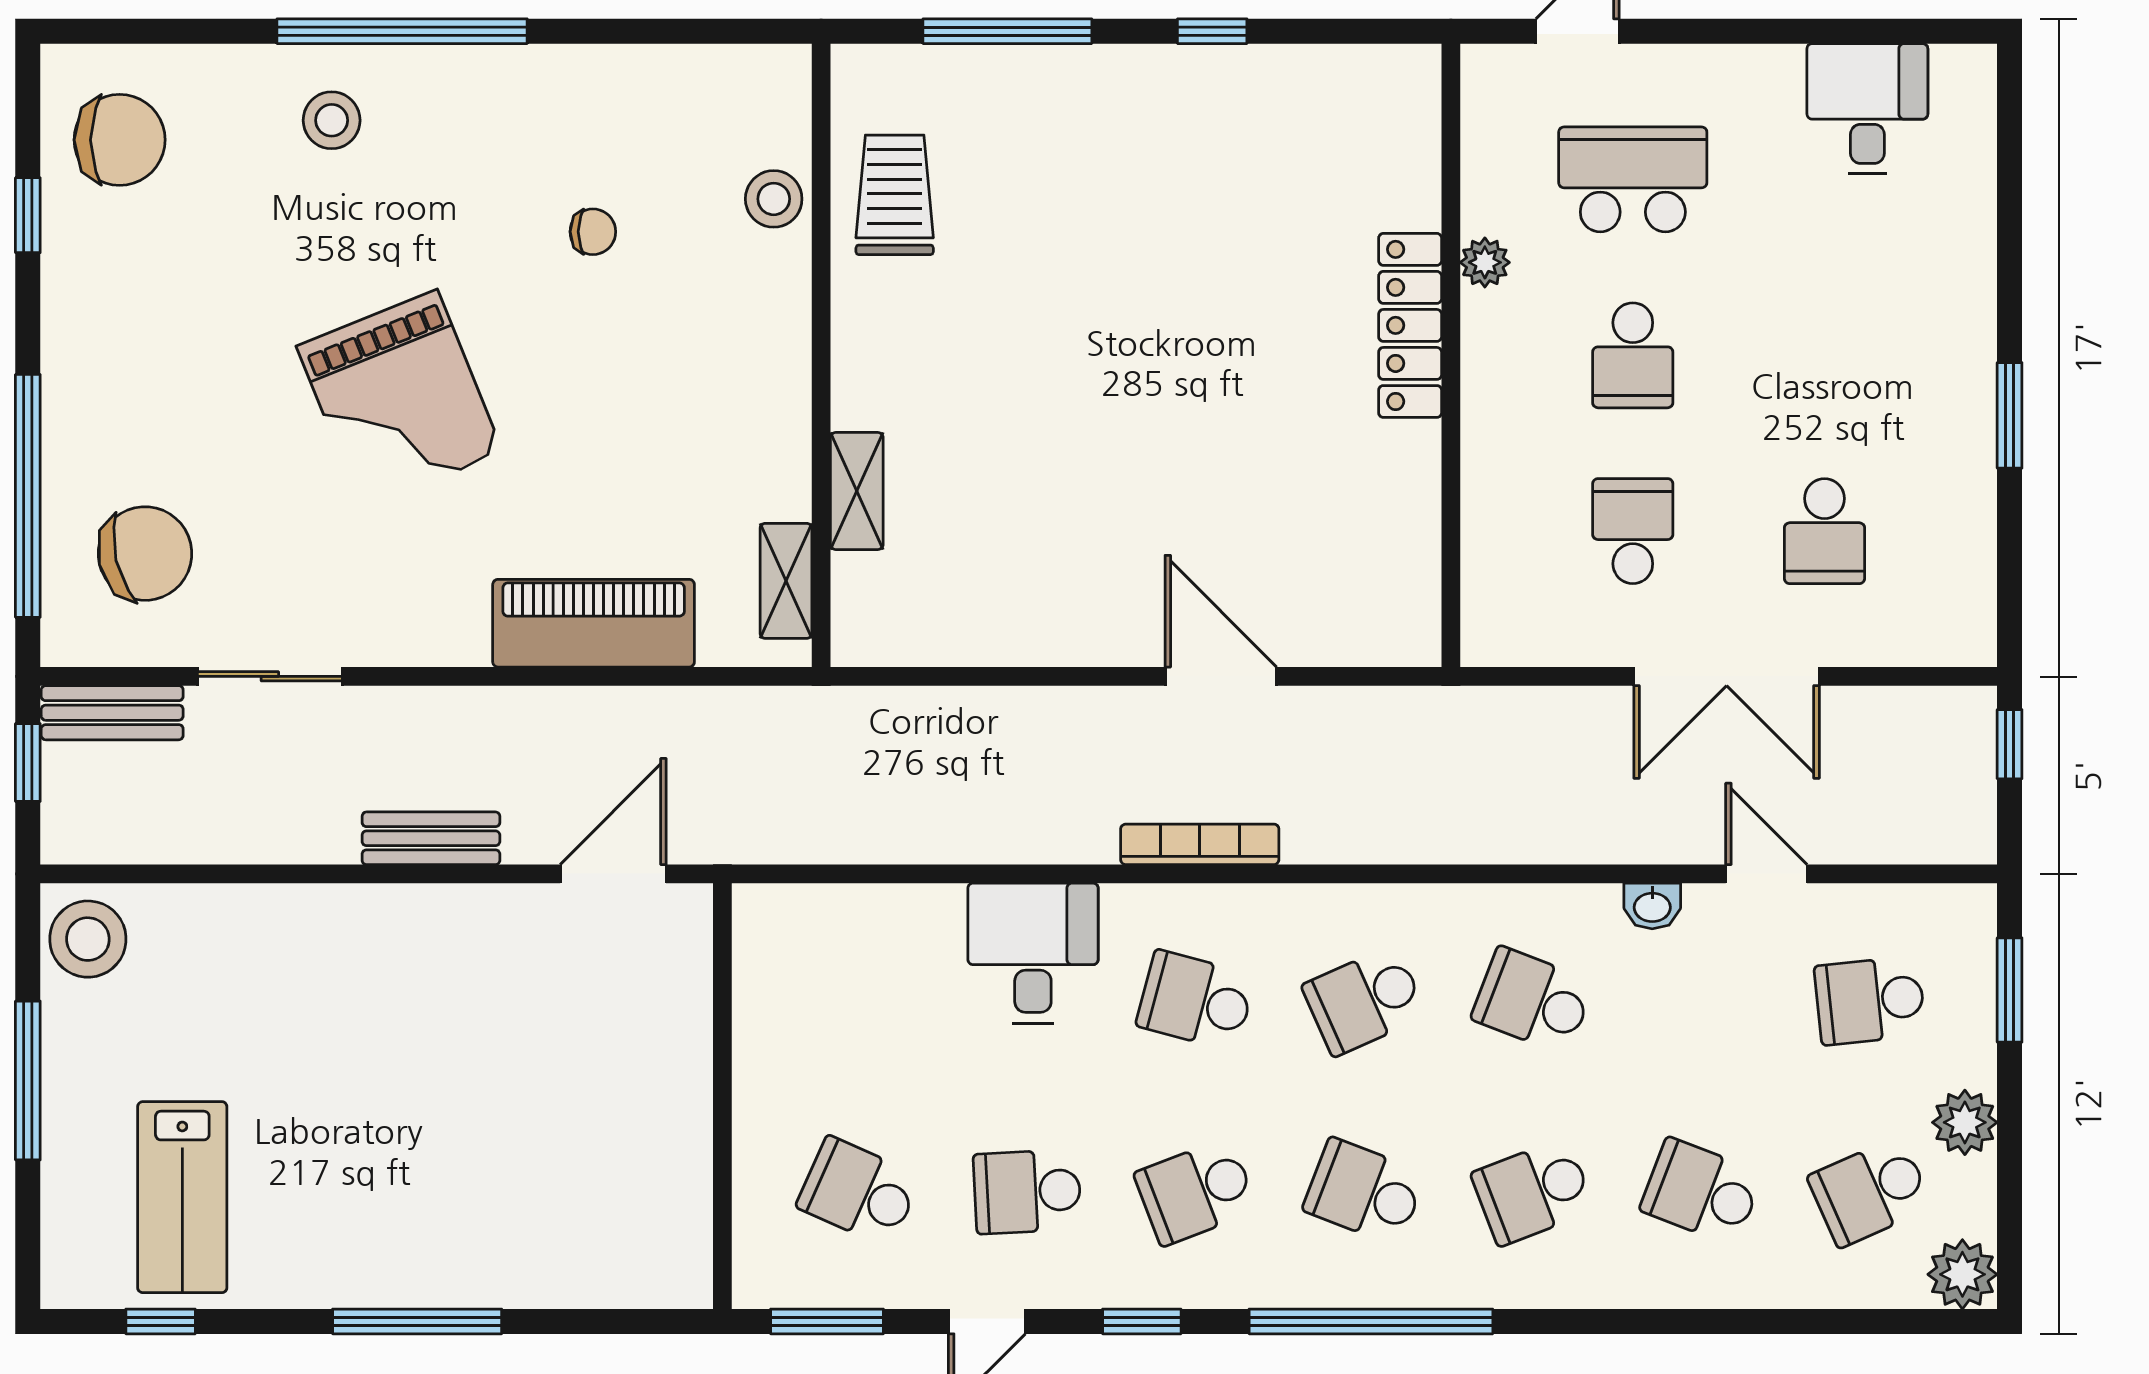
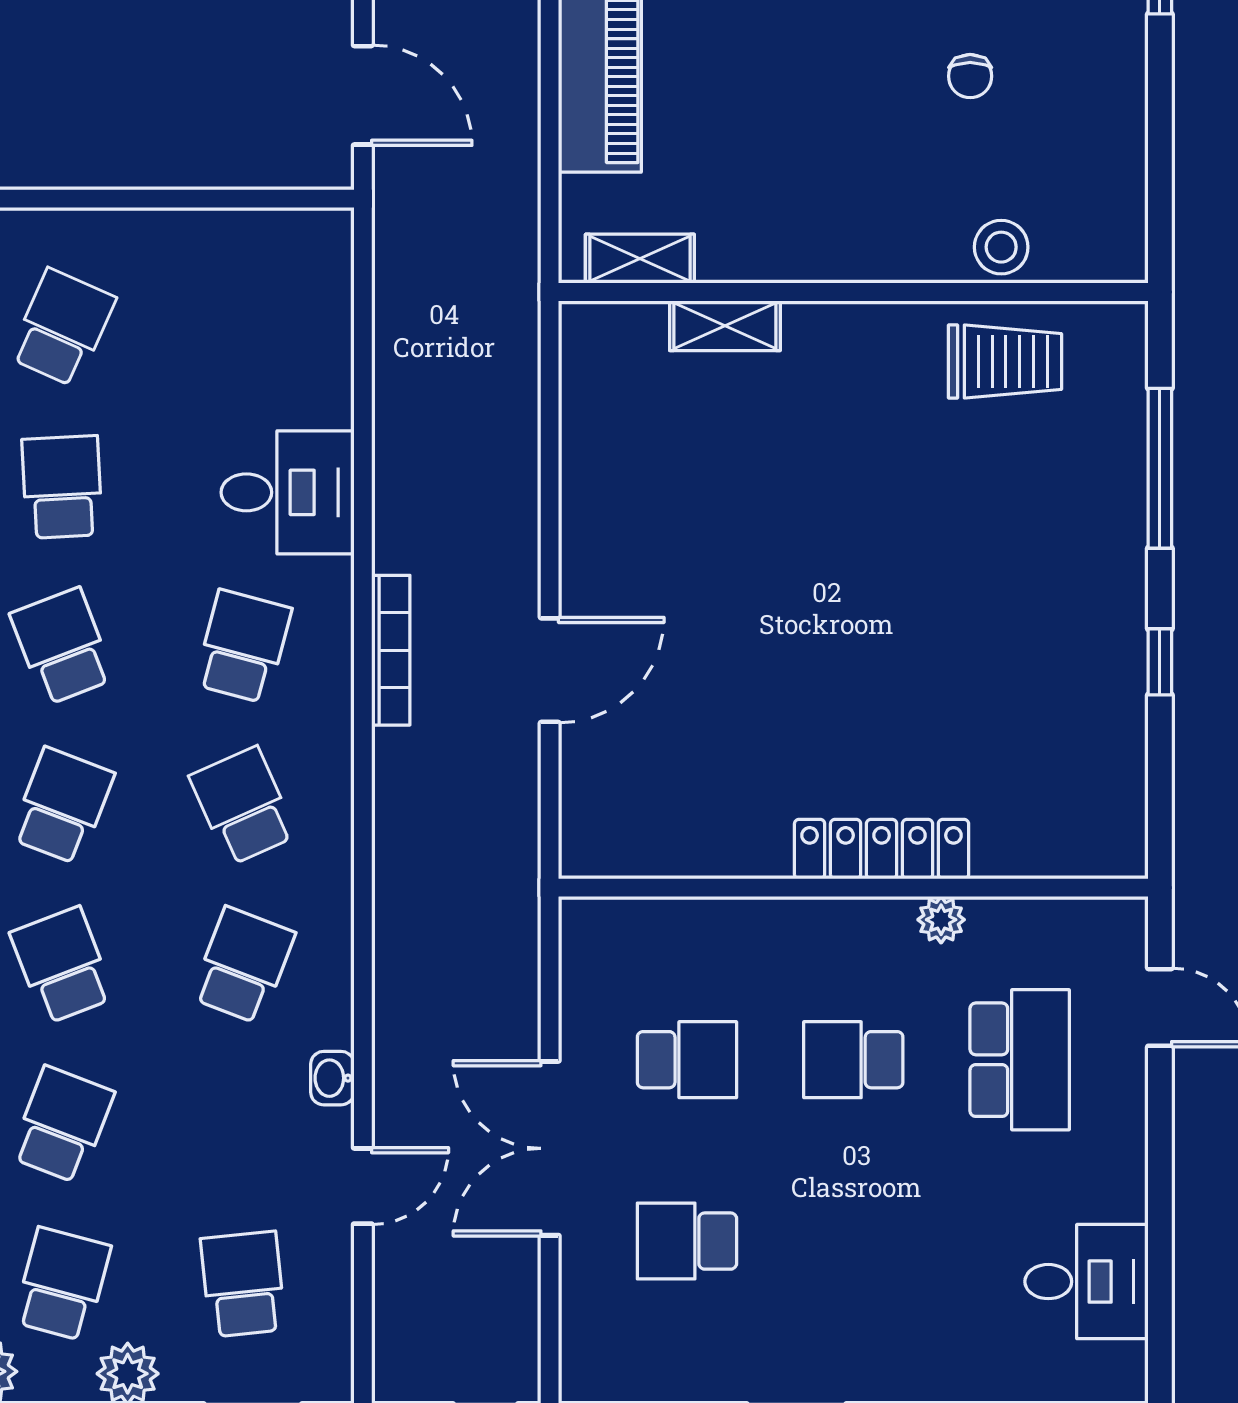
school desk: (1870, 1192) -> (62, 1284), turned 39

